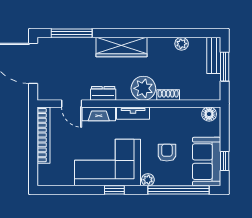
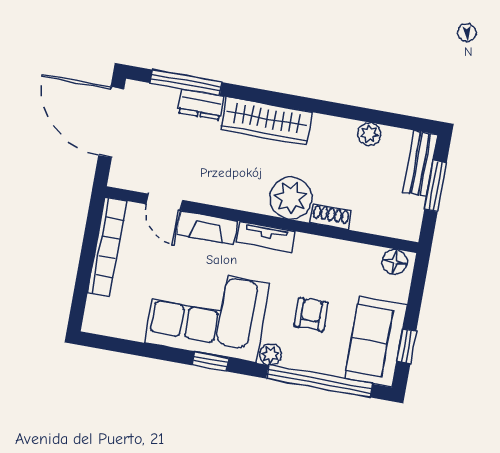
dresser: (103, 93) -> (201, 105), moved, turned 180

